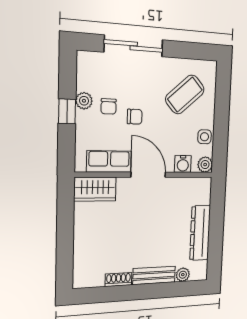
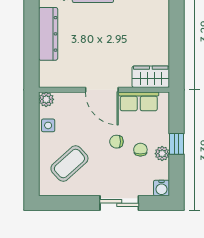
sliding door: (134, 46) -> (119, 203), width x0.73
water cooler: (183, 164) -> (162, 188), moved, turned 180

